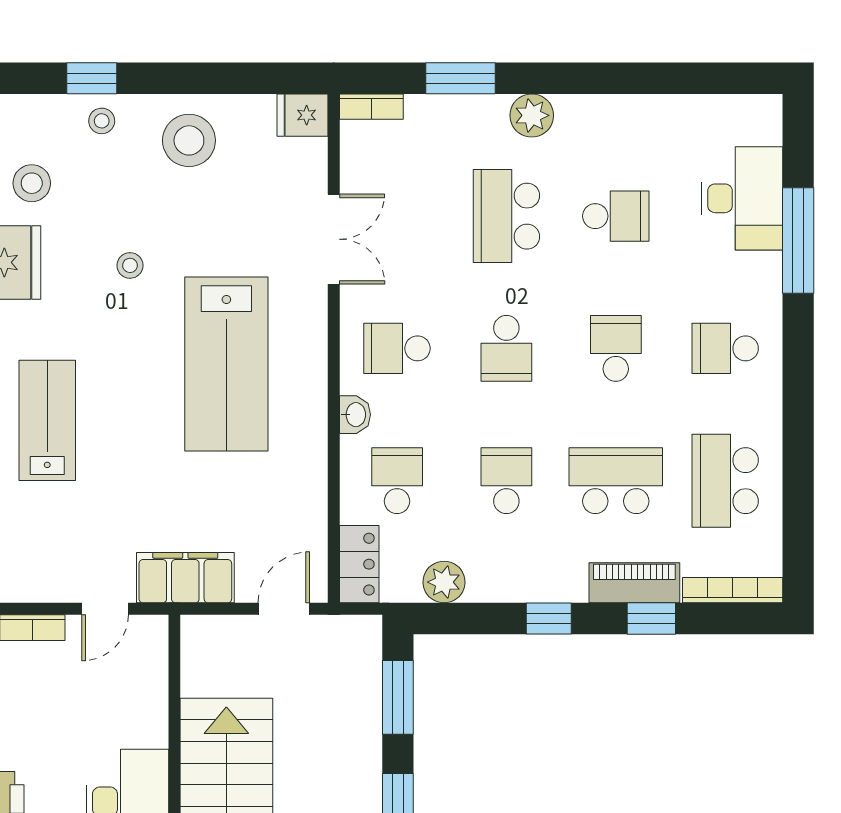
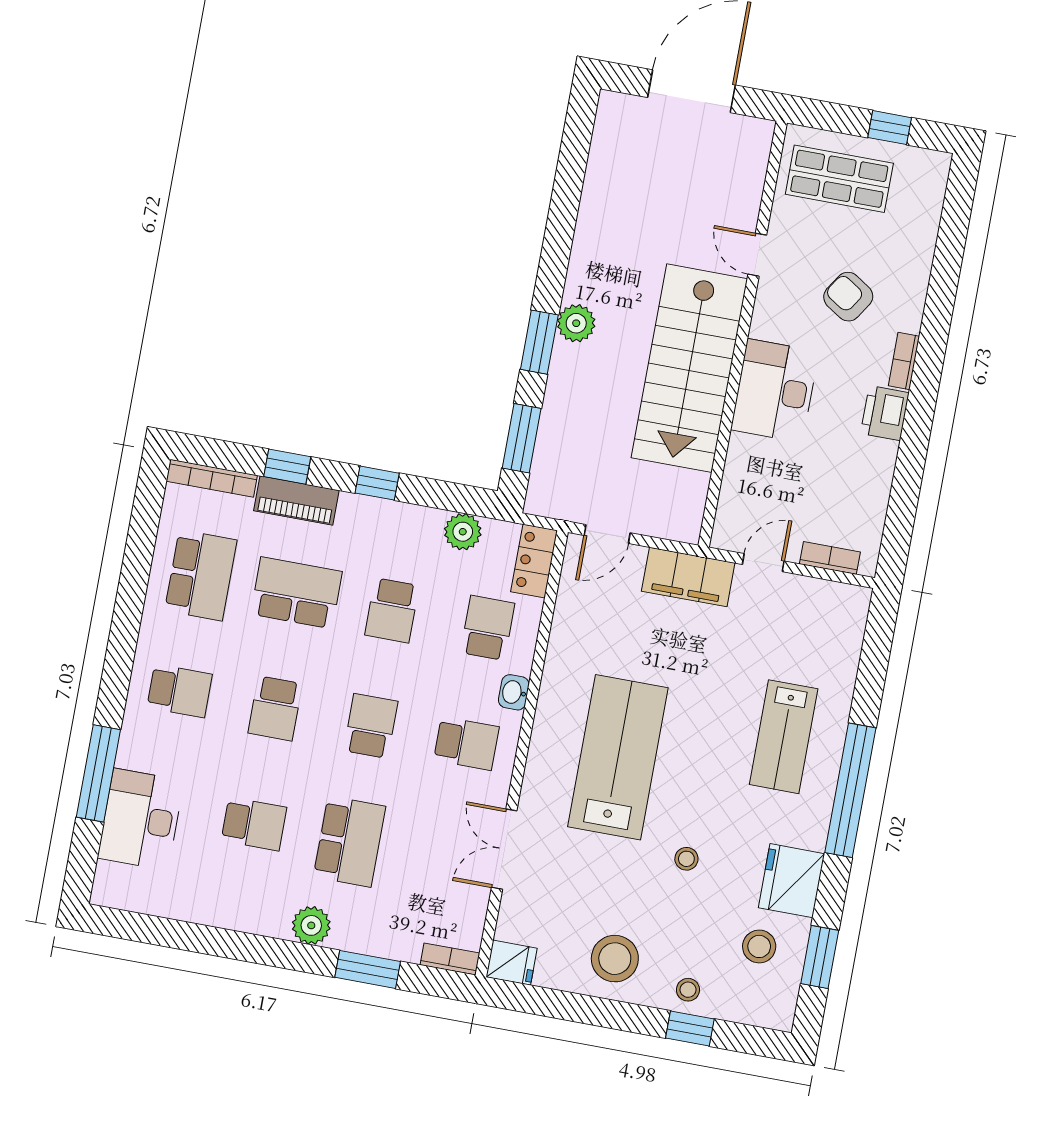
school desk: (616, 216) -> (254, 824), turned 180
school desk: (397, 481) -> (488, 628), turned 180
school desk: (616, 481) -> (296, 593), turned 180

